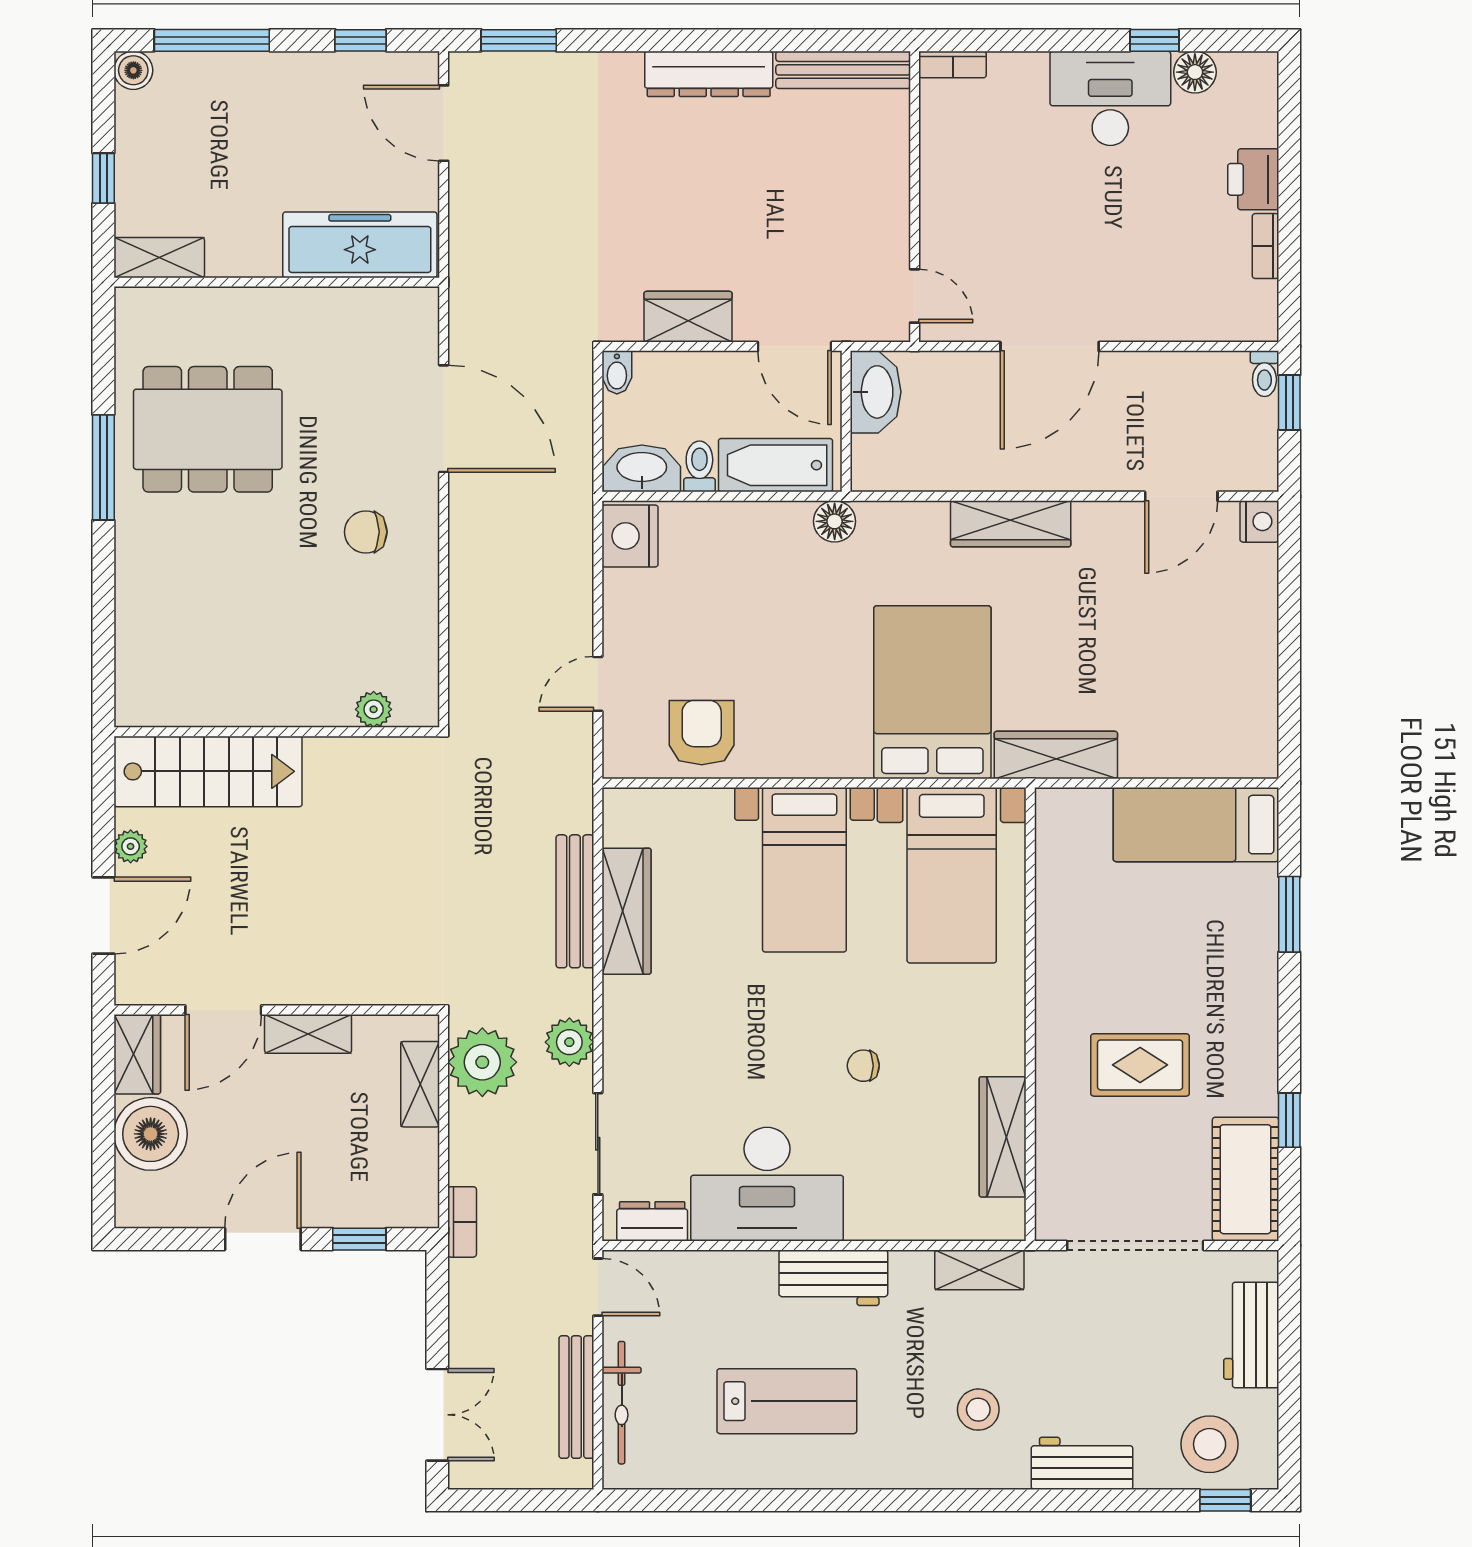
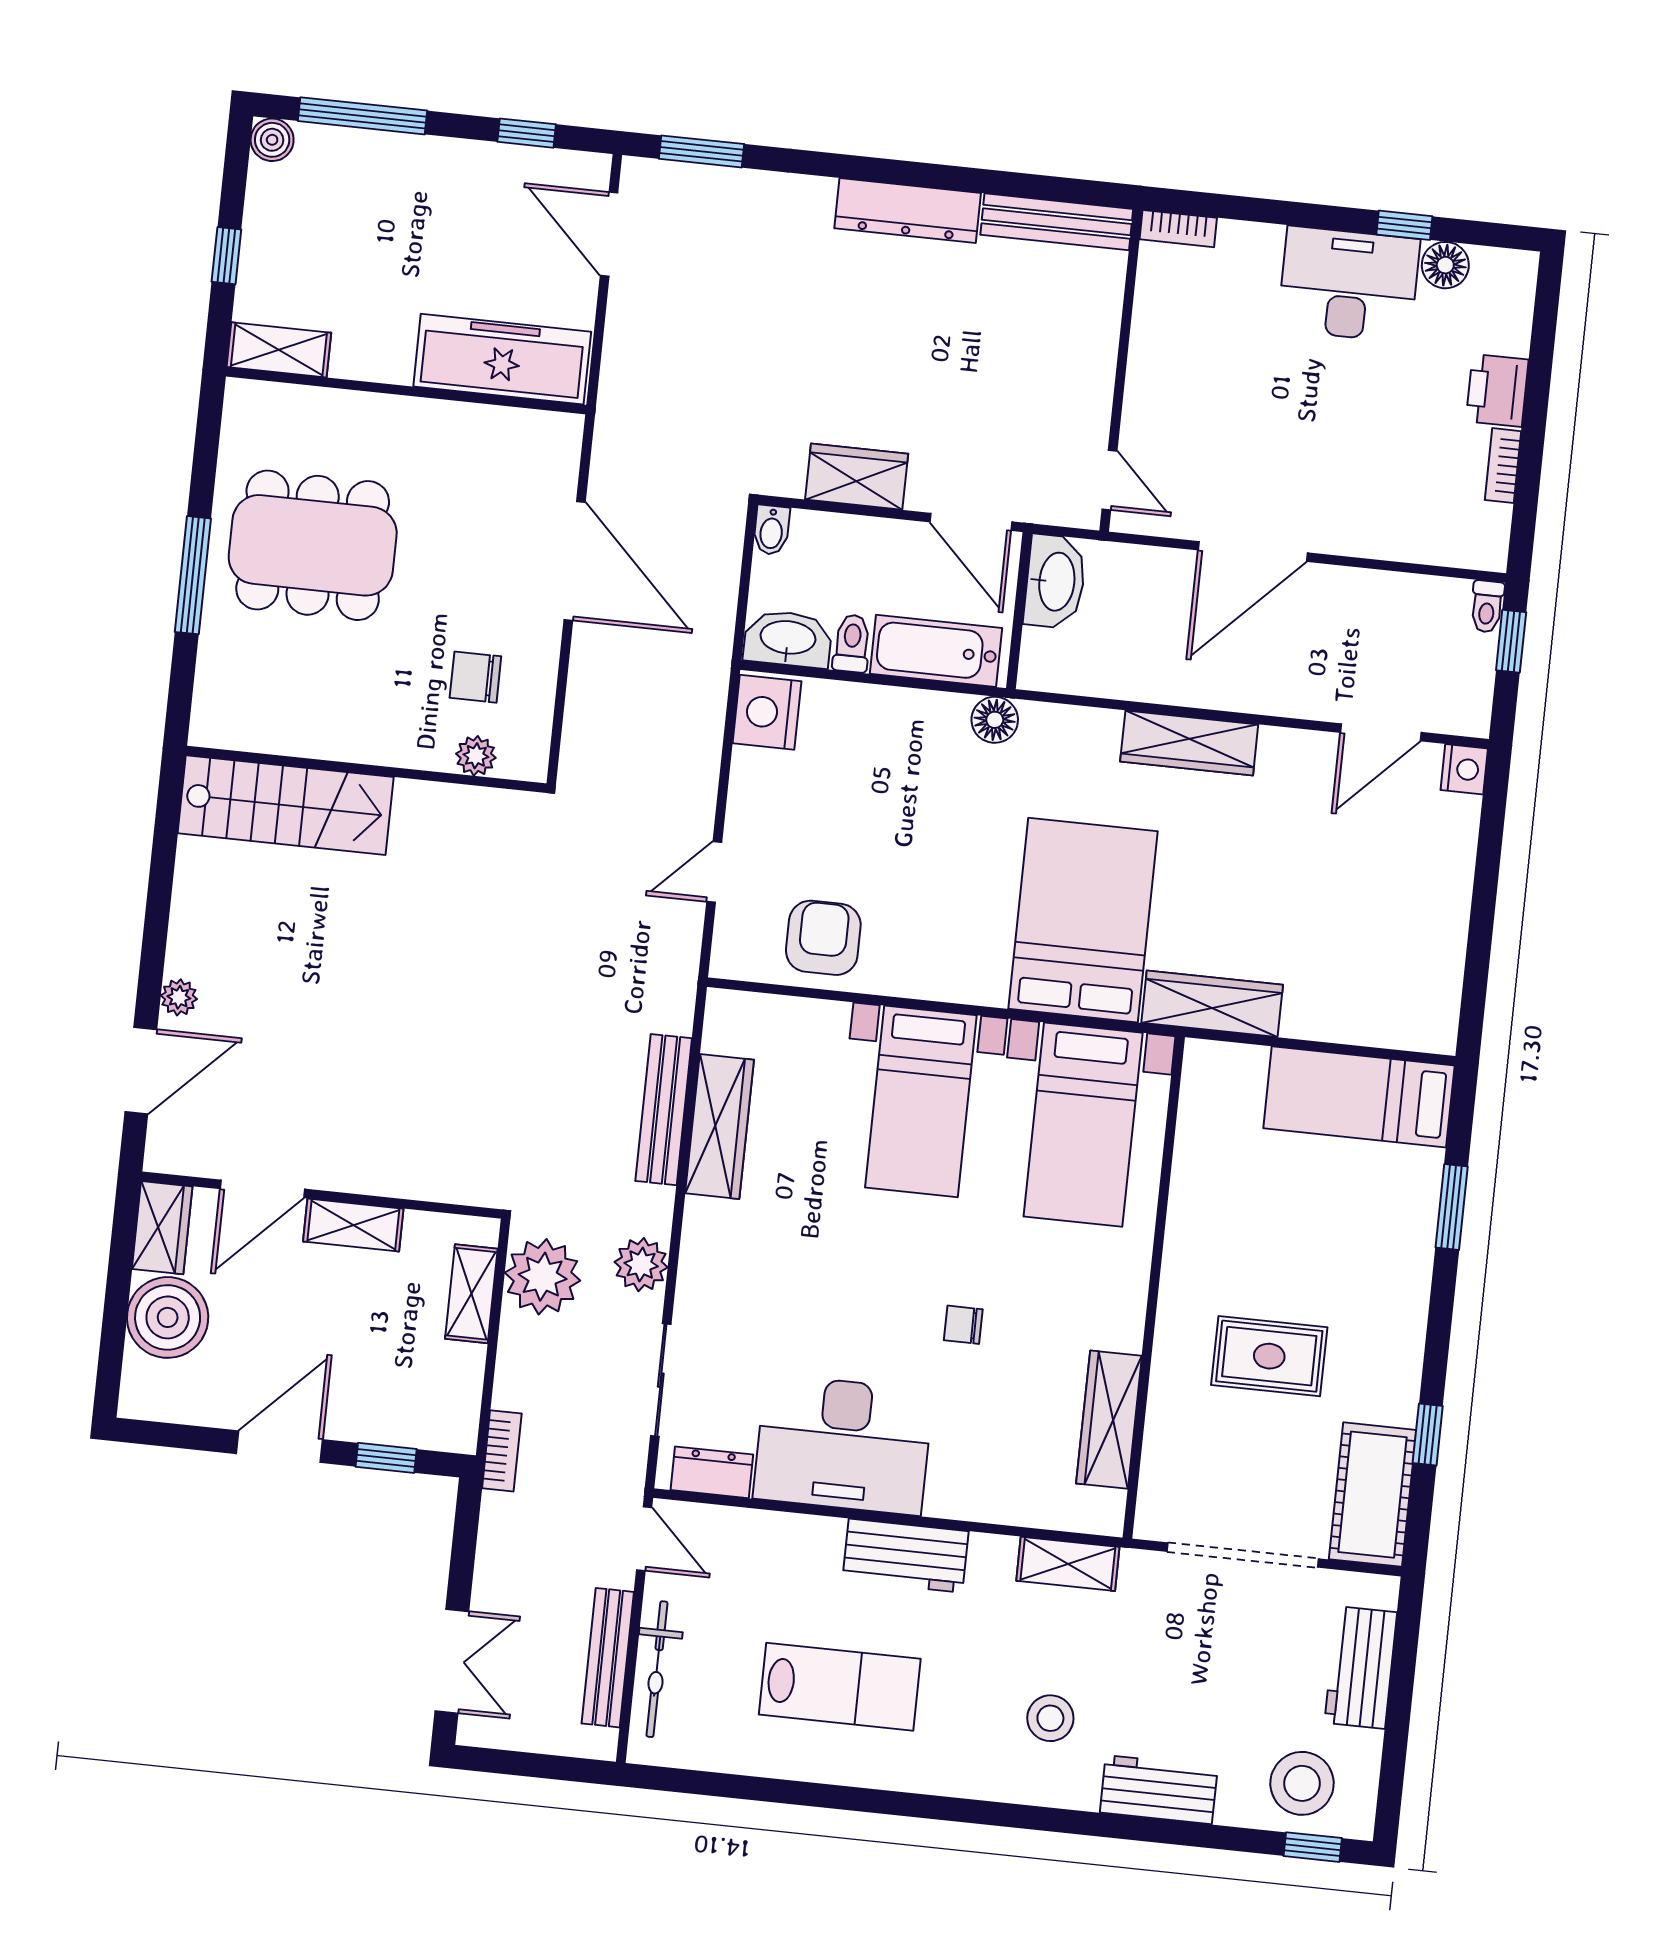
plant: (374, 709) -> (476, 756), moved
wall: (277, 732) -> (366, 769), moved
stairs: (208, 771) -> (286, 805), moved

